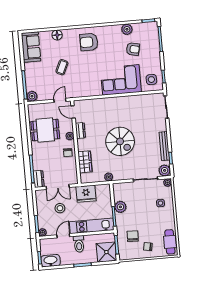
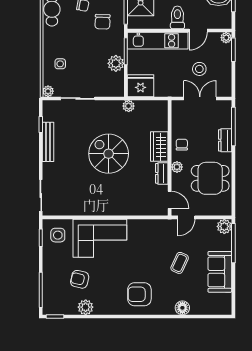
armchair: (89, 42) -> (139, 294), turned 180
sofa: (31, 47) -> (220, 272), moved
wardrobe: (85, 162) -> (159, 147), moved
plant: (165, 170) -> (51, 108), removed
dresser: (39, 179) -> (225, 140), moved
fridge: (86, 194) -> (141, 86), moved

